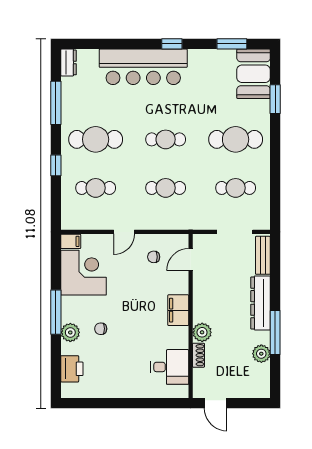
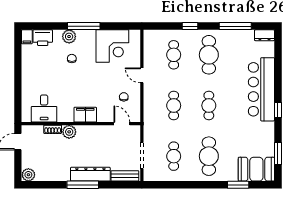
filing cabinet: (71, 241) -> (27, 37), moved
window: (275, 333) -> (83, 185), moved
plant: (261, 354) -> (28, 175), moved

